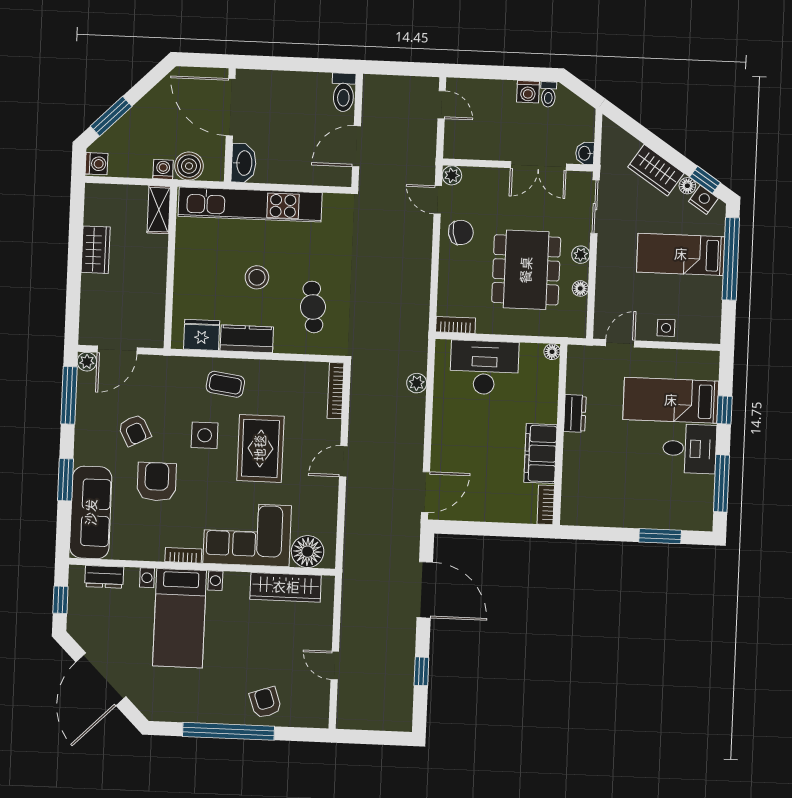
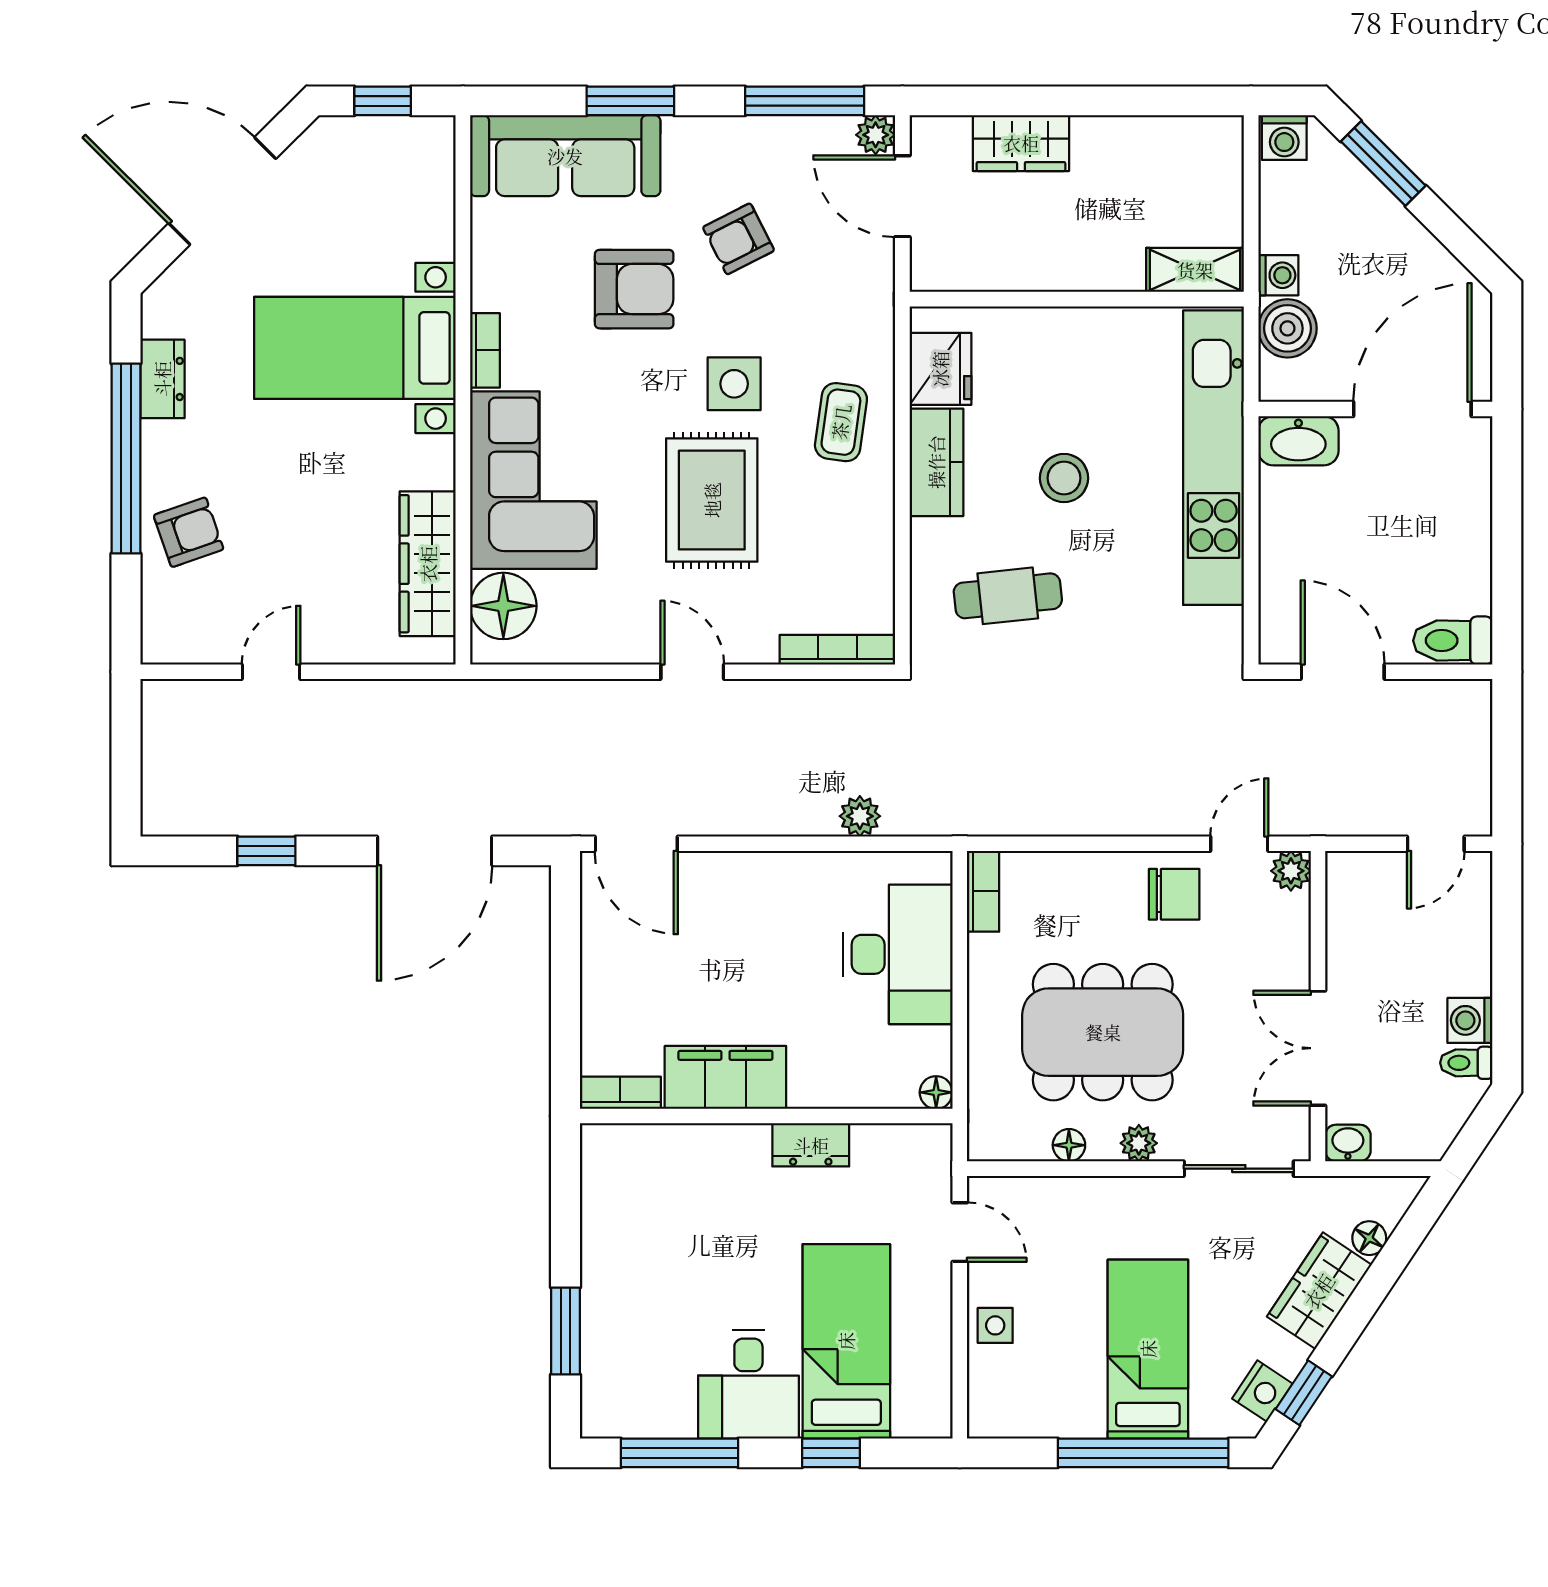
floor lamp: (687, 186) -> (1369, 1238), moved
chair: (461, 232) -> (1174, 894), turned -80
wardrobe: (96, 250) -> (1021, 143), moved
rug: (260, 448) -> (712, 500), turned 90
dresser: (104, 577) -> (162, 379), moved, turned 180

